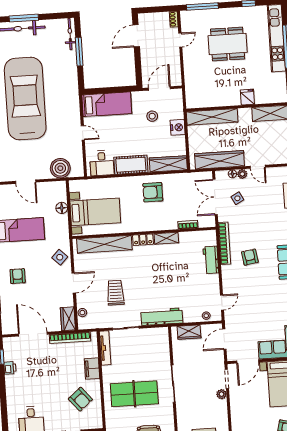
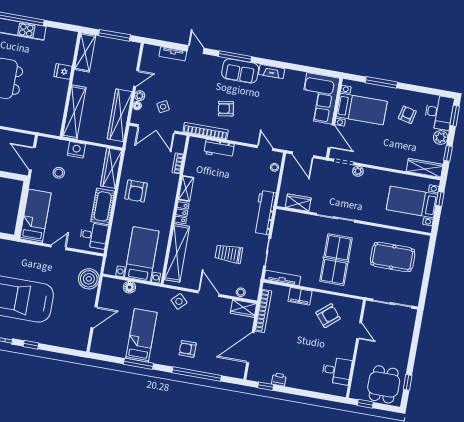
wardrobe: (189, 332) -> (298, 203), moved, turned -90

